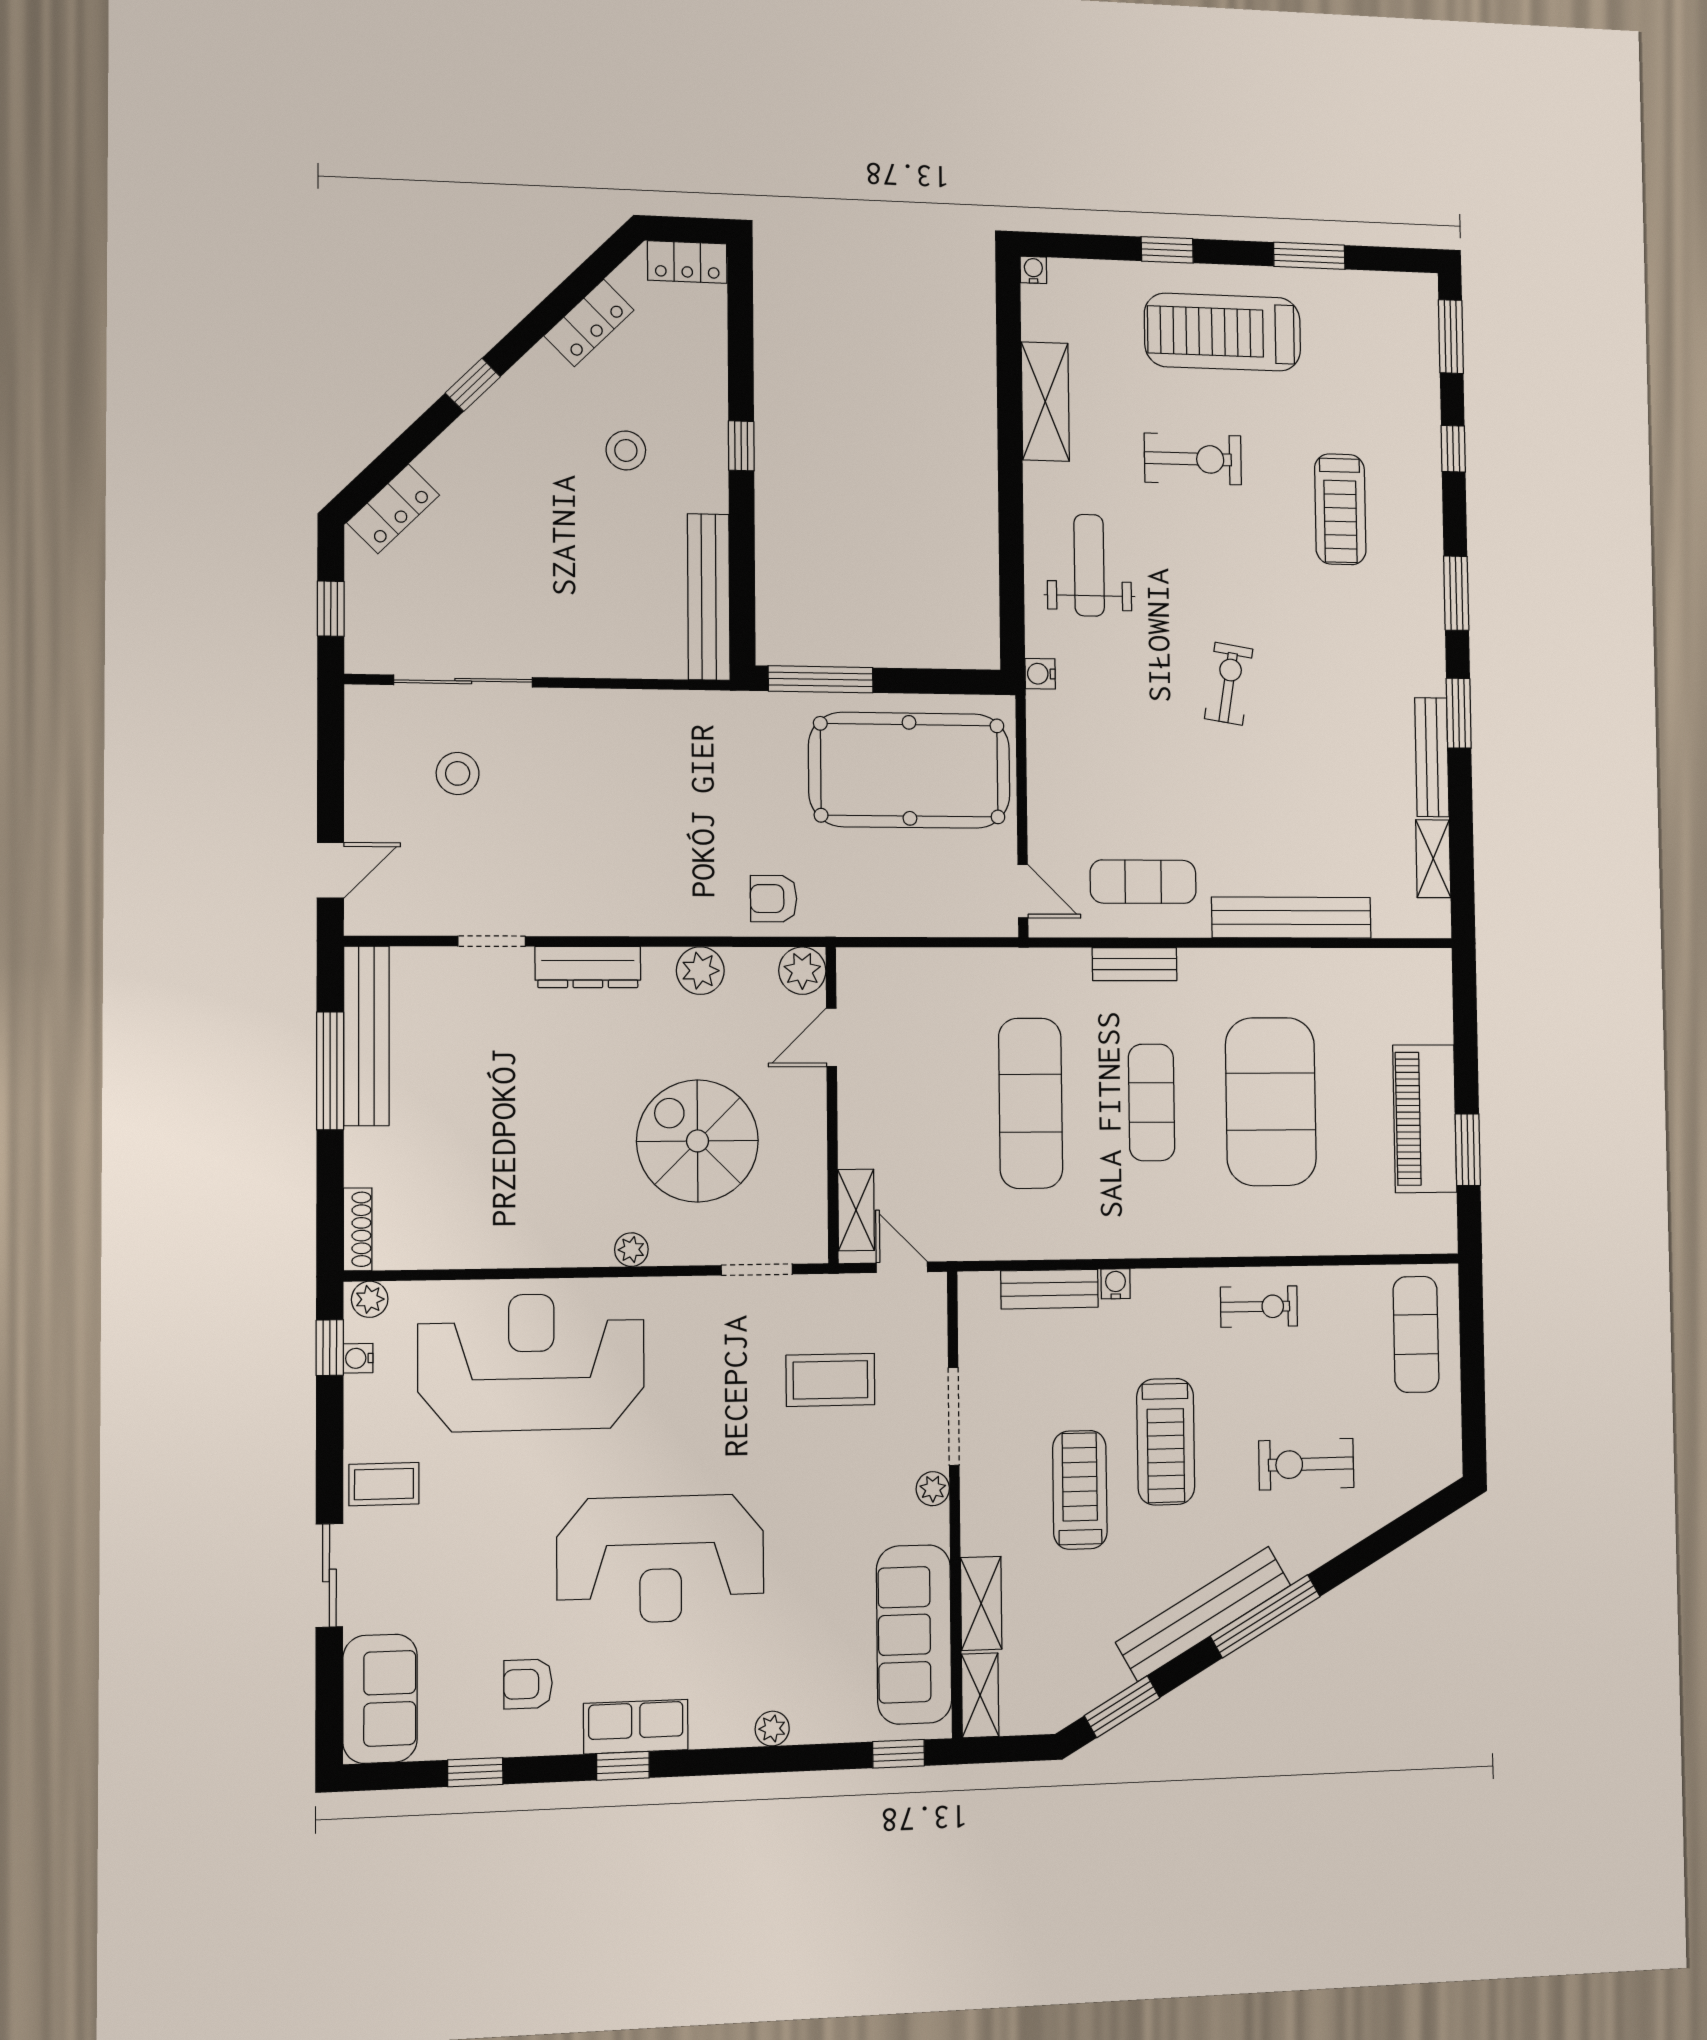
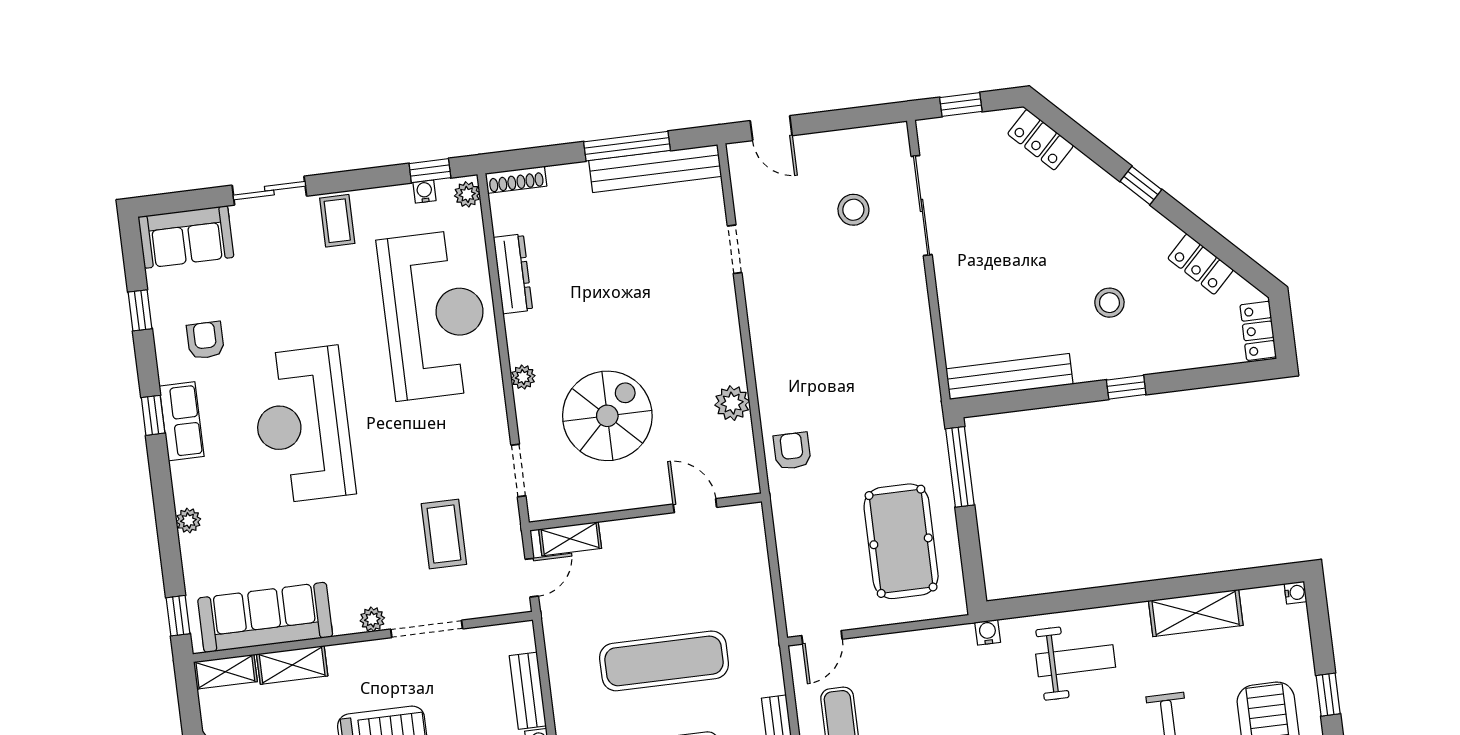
pool table: (909, 770) -> (901, 541), width x0.73, depth x0.76
dresser: (588, 967) -> (513, 274), moved, turned 180
plant: (802, 971) -> (742, 478), removed

